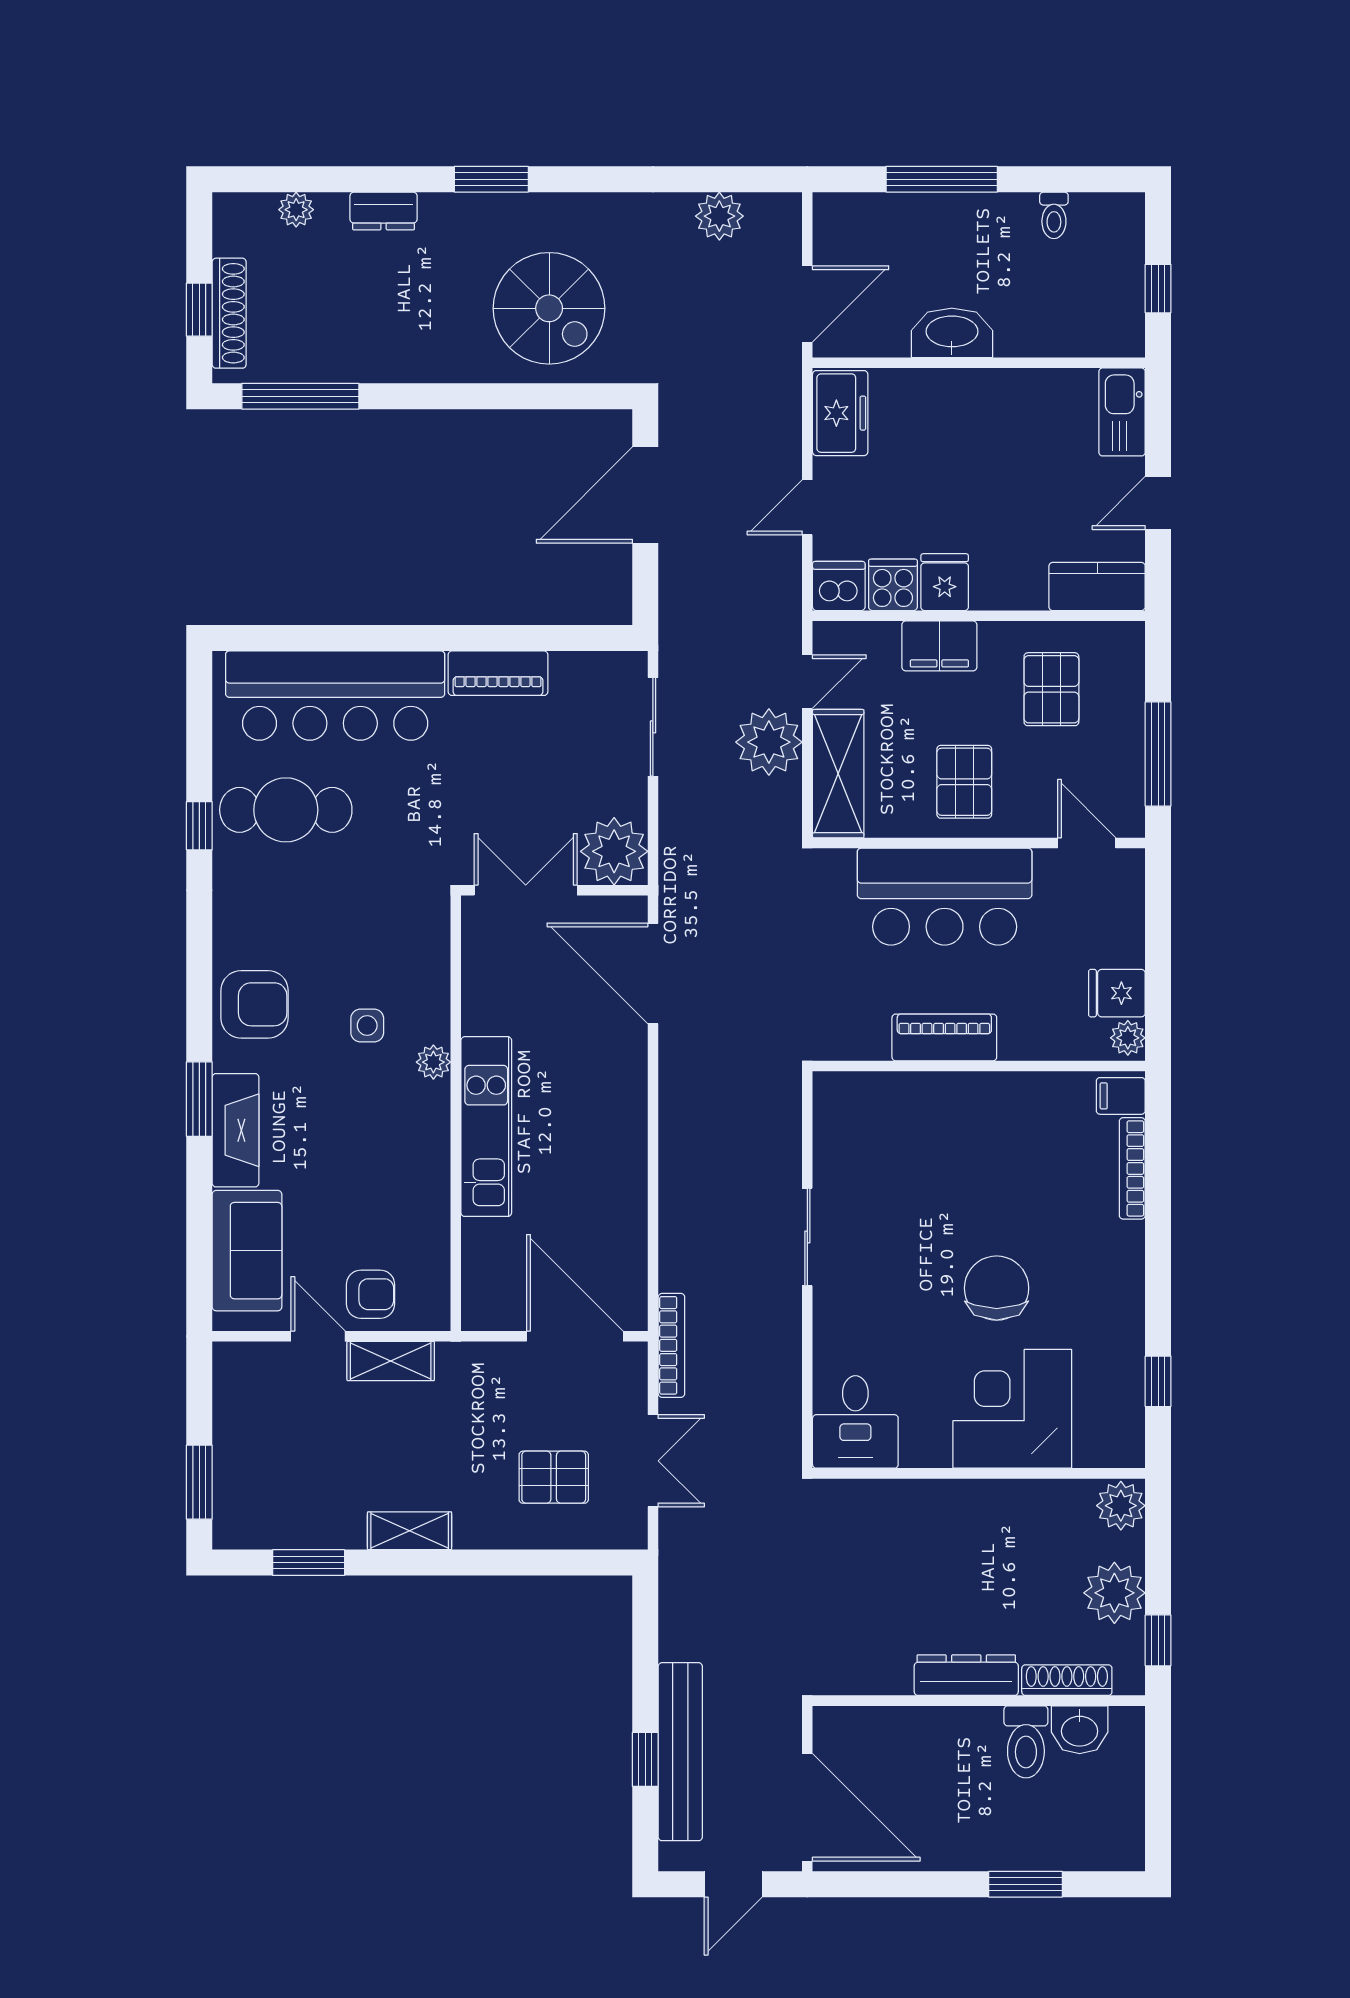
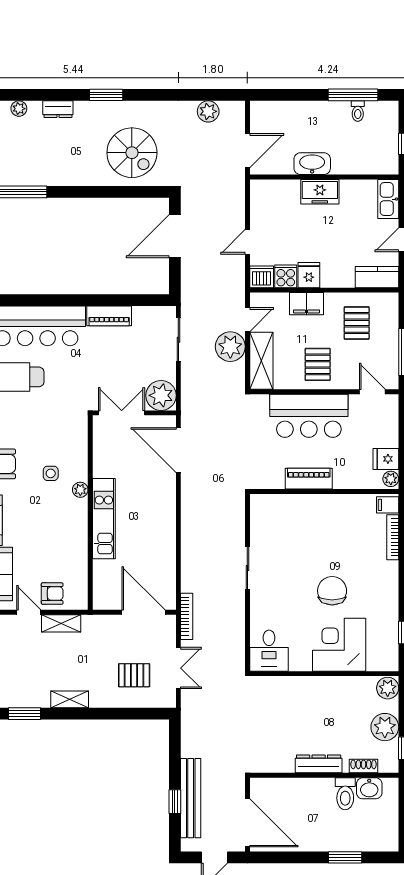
window: (942, 179) -> (353, 95), moved
freezer: (840, 413) -> (320, 192), moved, turned 90
shoe rack: (1067, 1680) -> (364, 766), width x0.70

